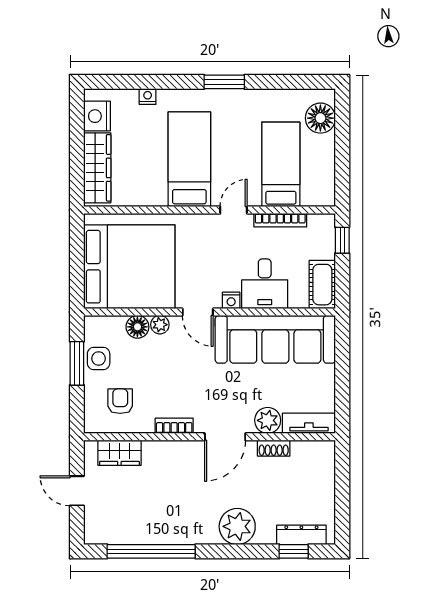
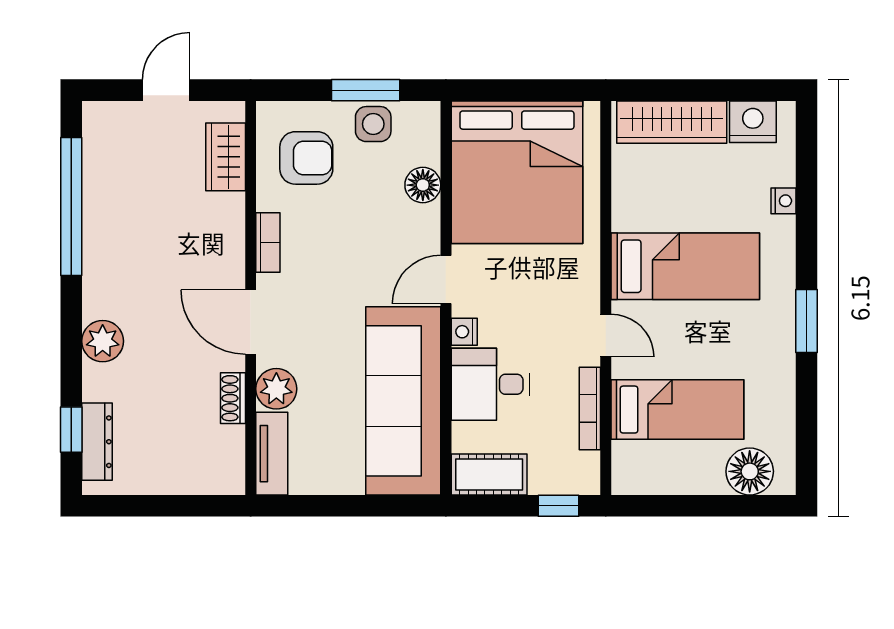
plant: (160, 325) -> (426, 220), removed
armchair: (120, 401) -> (306, 158), width x1.38, depth x1.38
plant: (237, 526) -> (103, 341), width x0.73, depth x0.73

